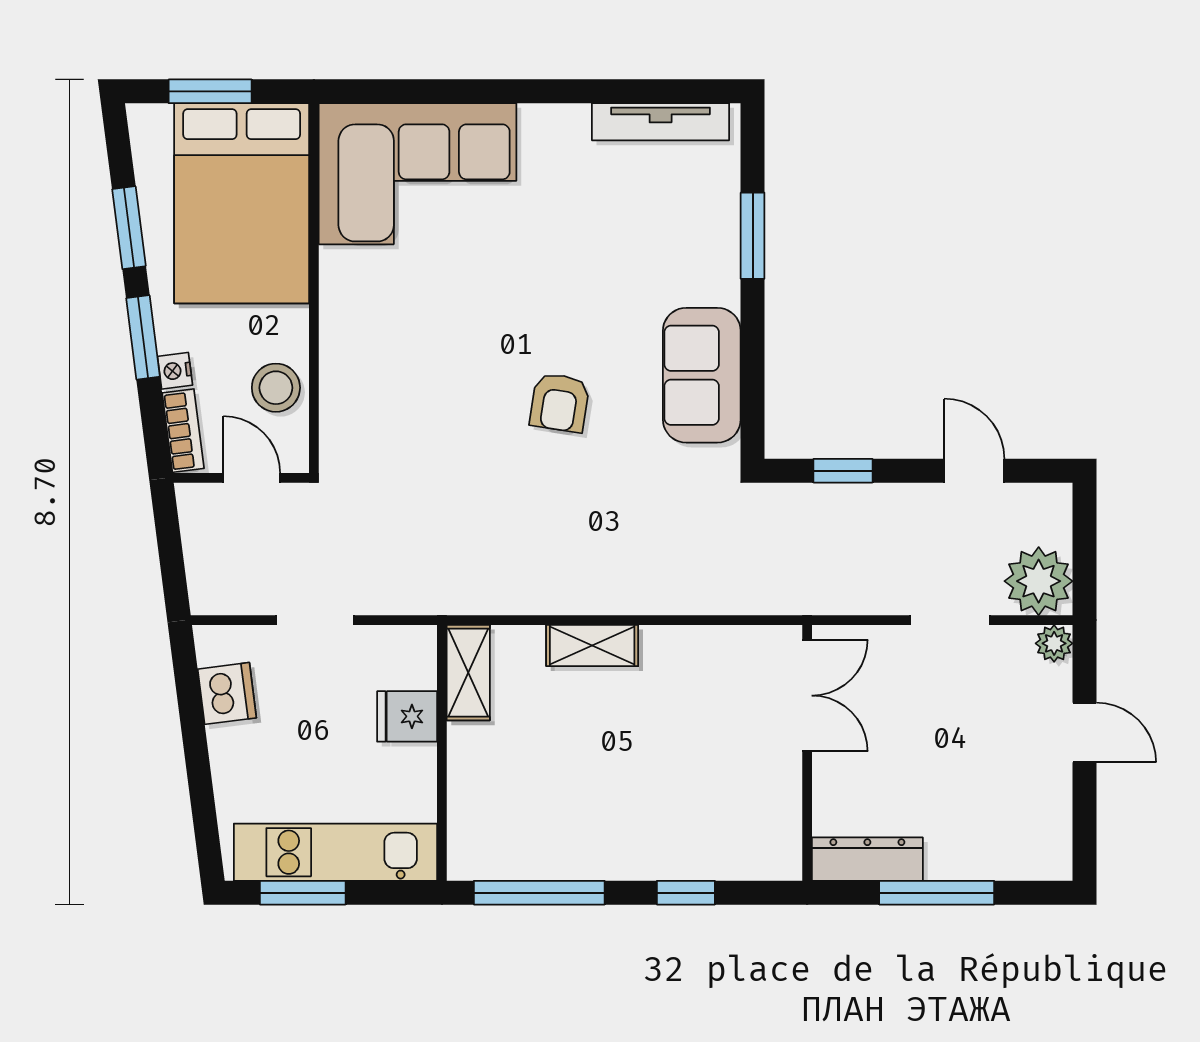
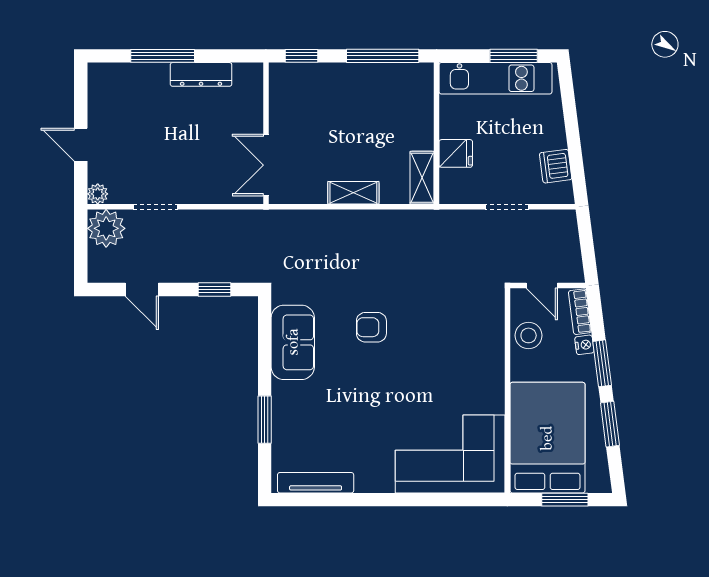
armchair: (560, 403) -> (371, 327), turned -99
double door: (807, 696) -> (266, 165), moved
wall: (807, 753) -> (266, 133), moved

